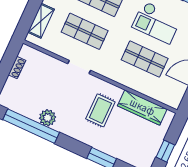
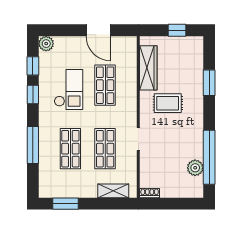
shoe rack: (17, 68) -> (150, 193), moved
plant: (48, 118) -> (195, 168), moved

